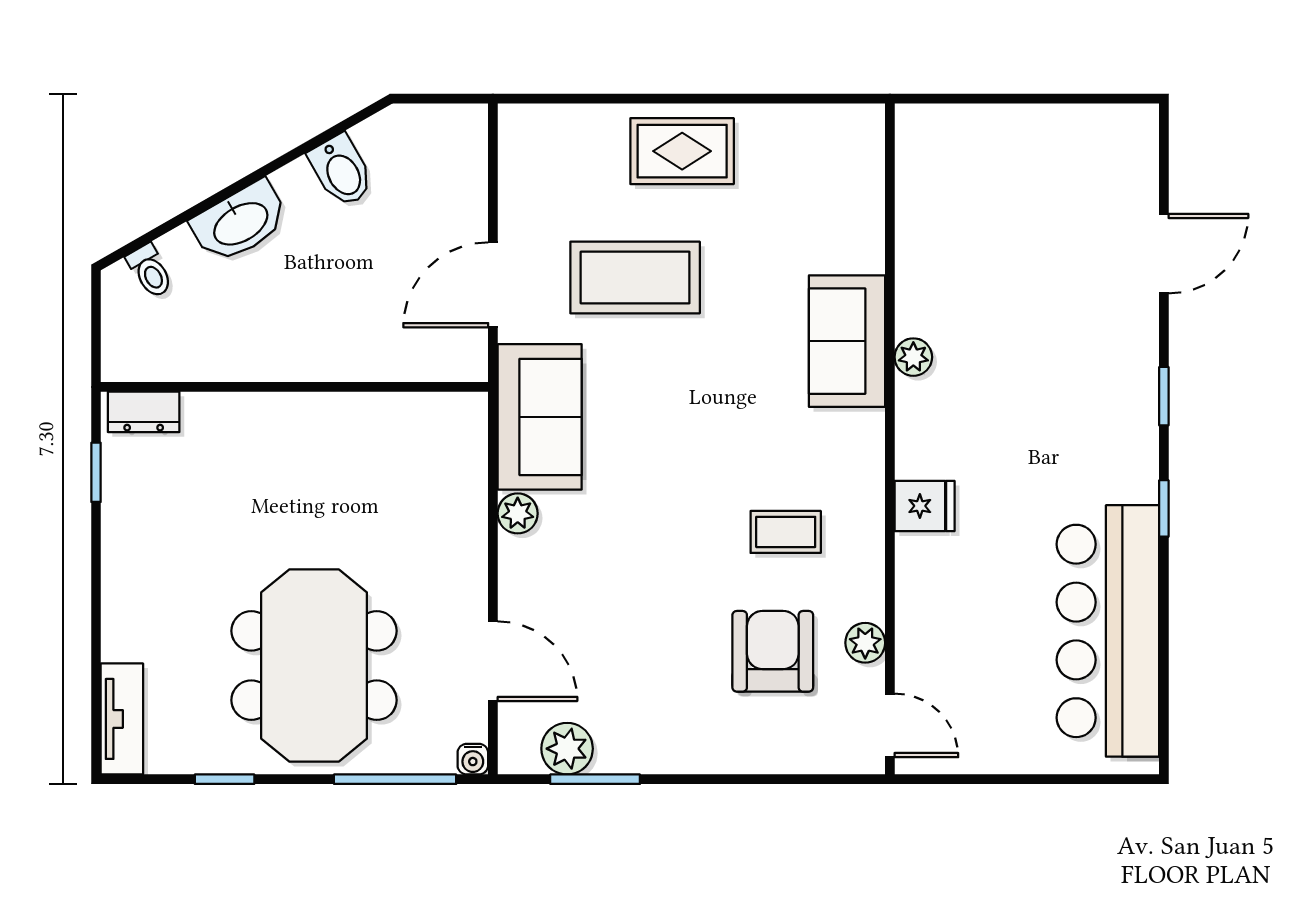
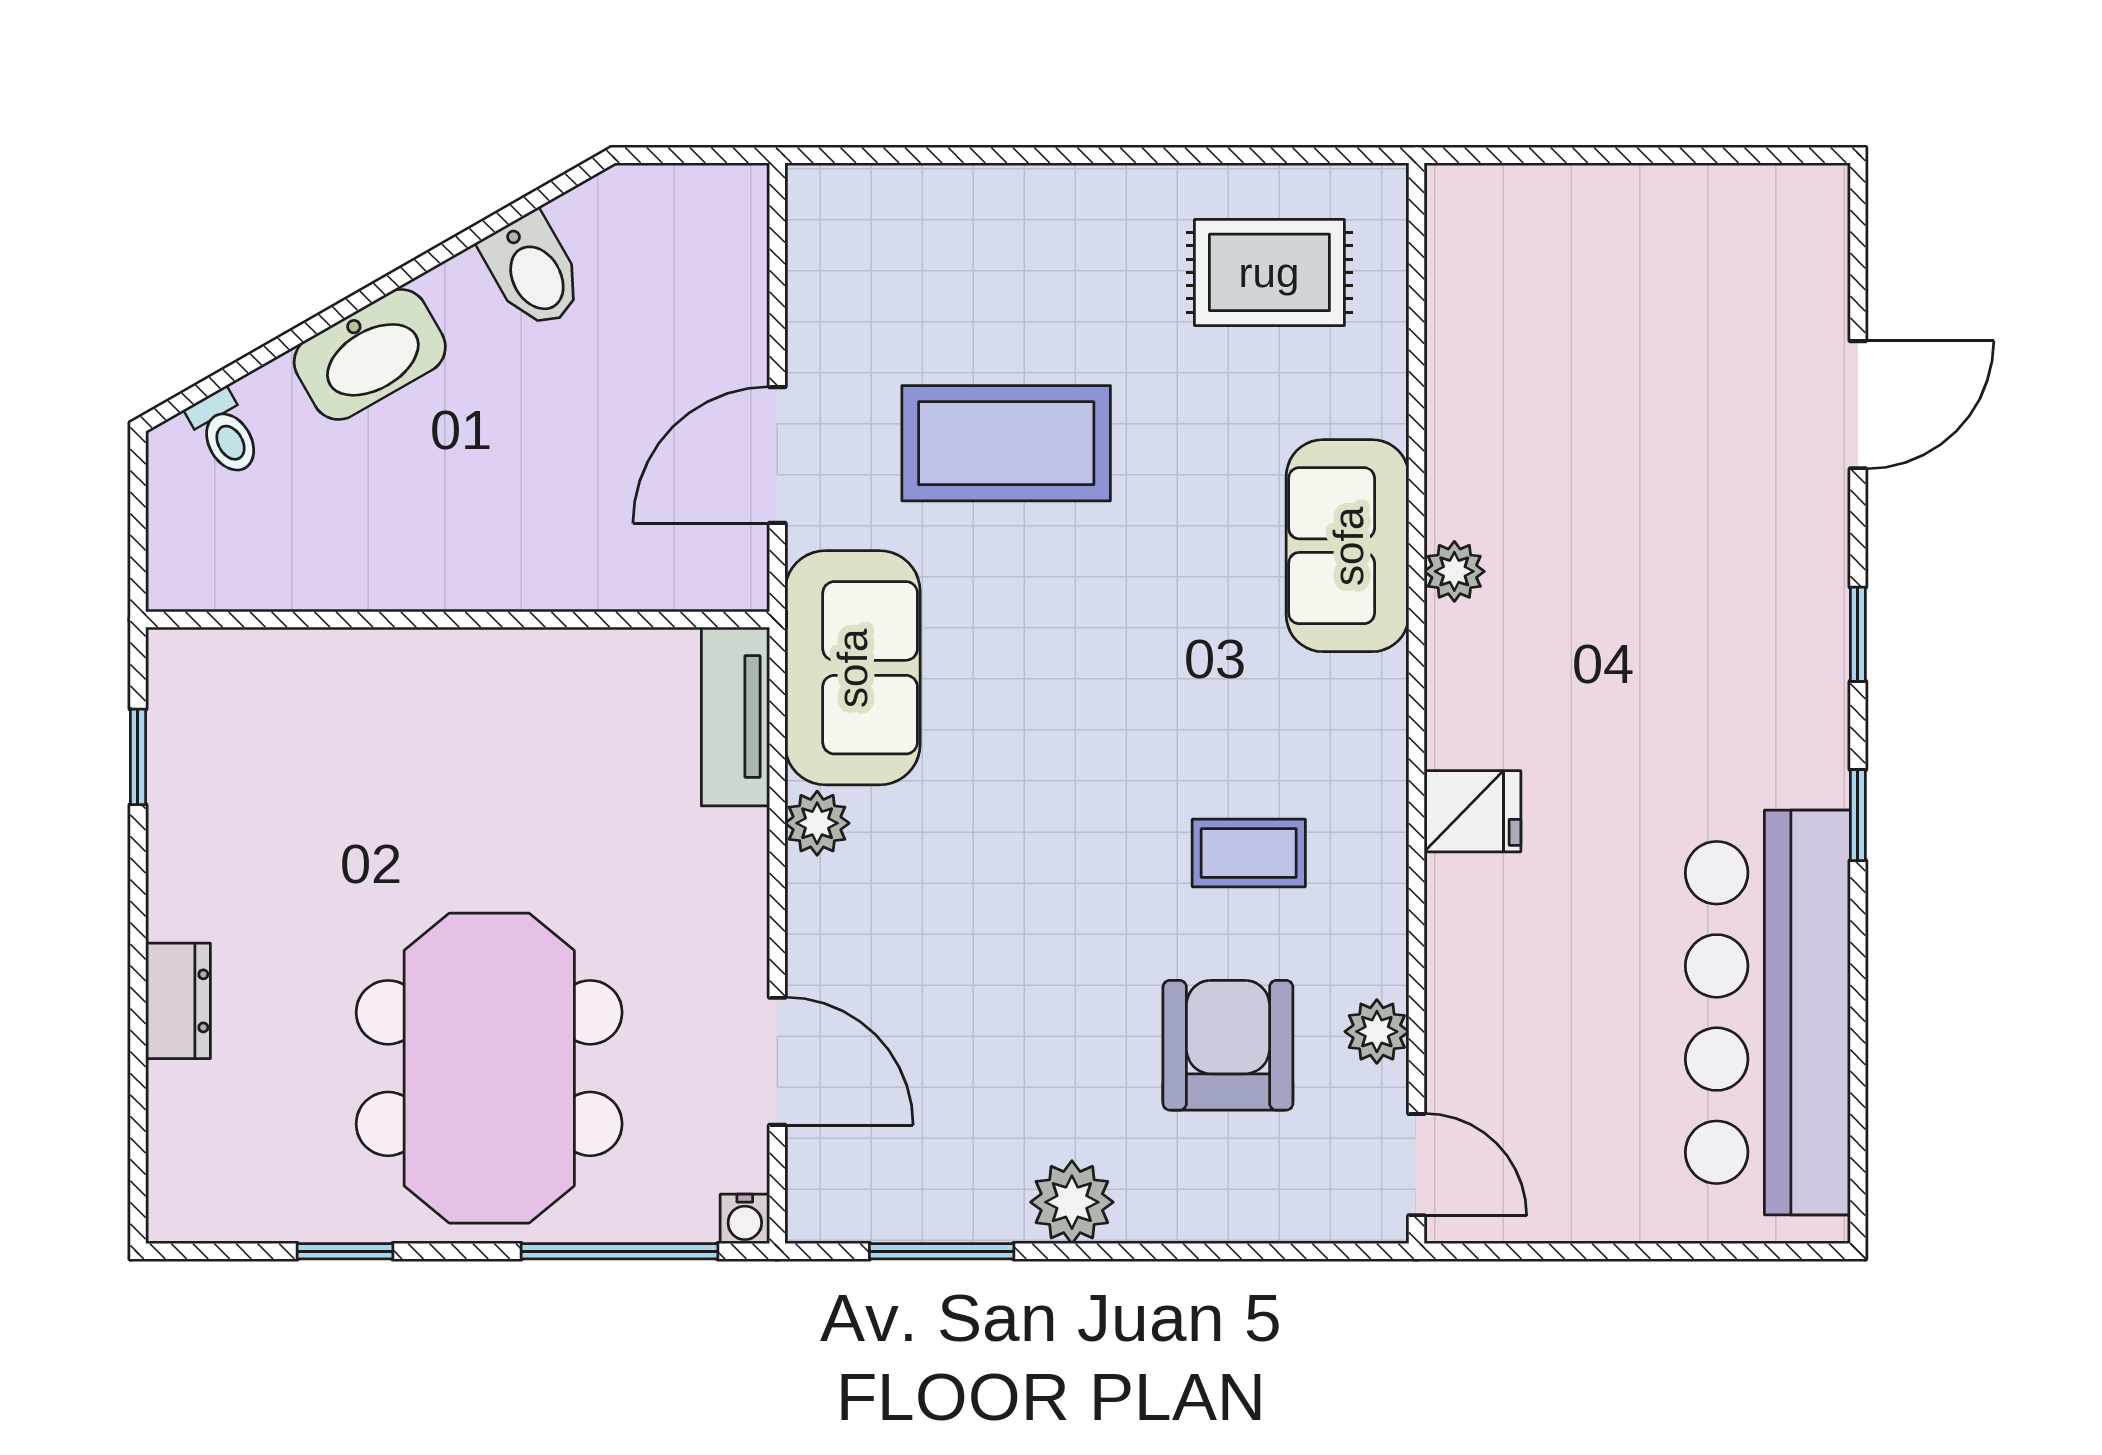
rug: (682, 151) -> (1269, 272), moved
dresser: (144, 412) -> (178, 1001), moved, turned -90
tv unit: (122, 719) -> (735, 717), moved, turned 180
plant: (567, 749) -> (1072, 1202), moved

